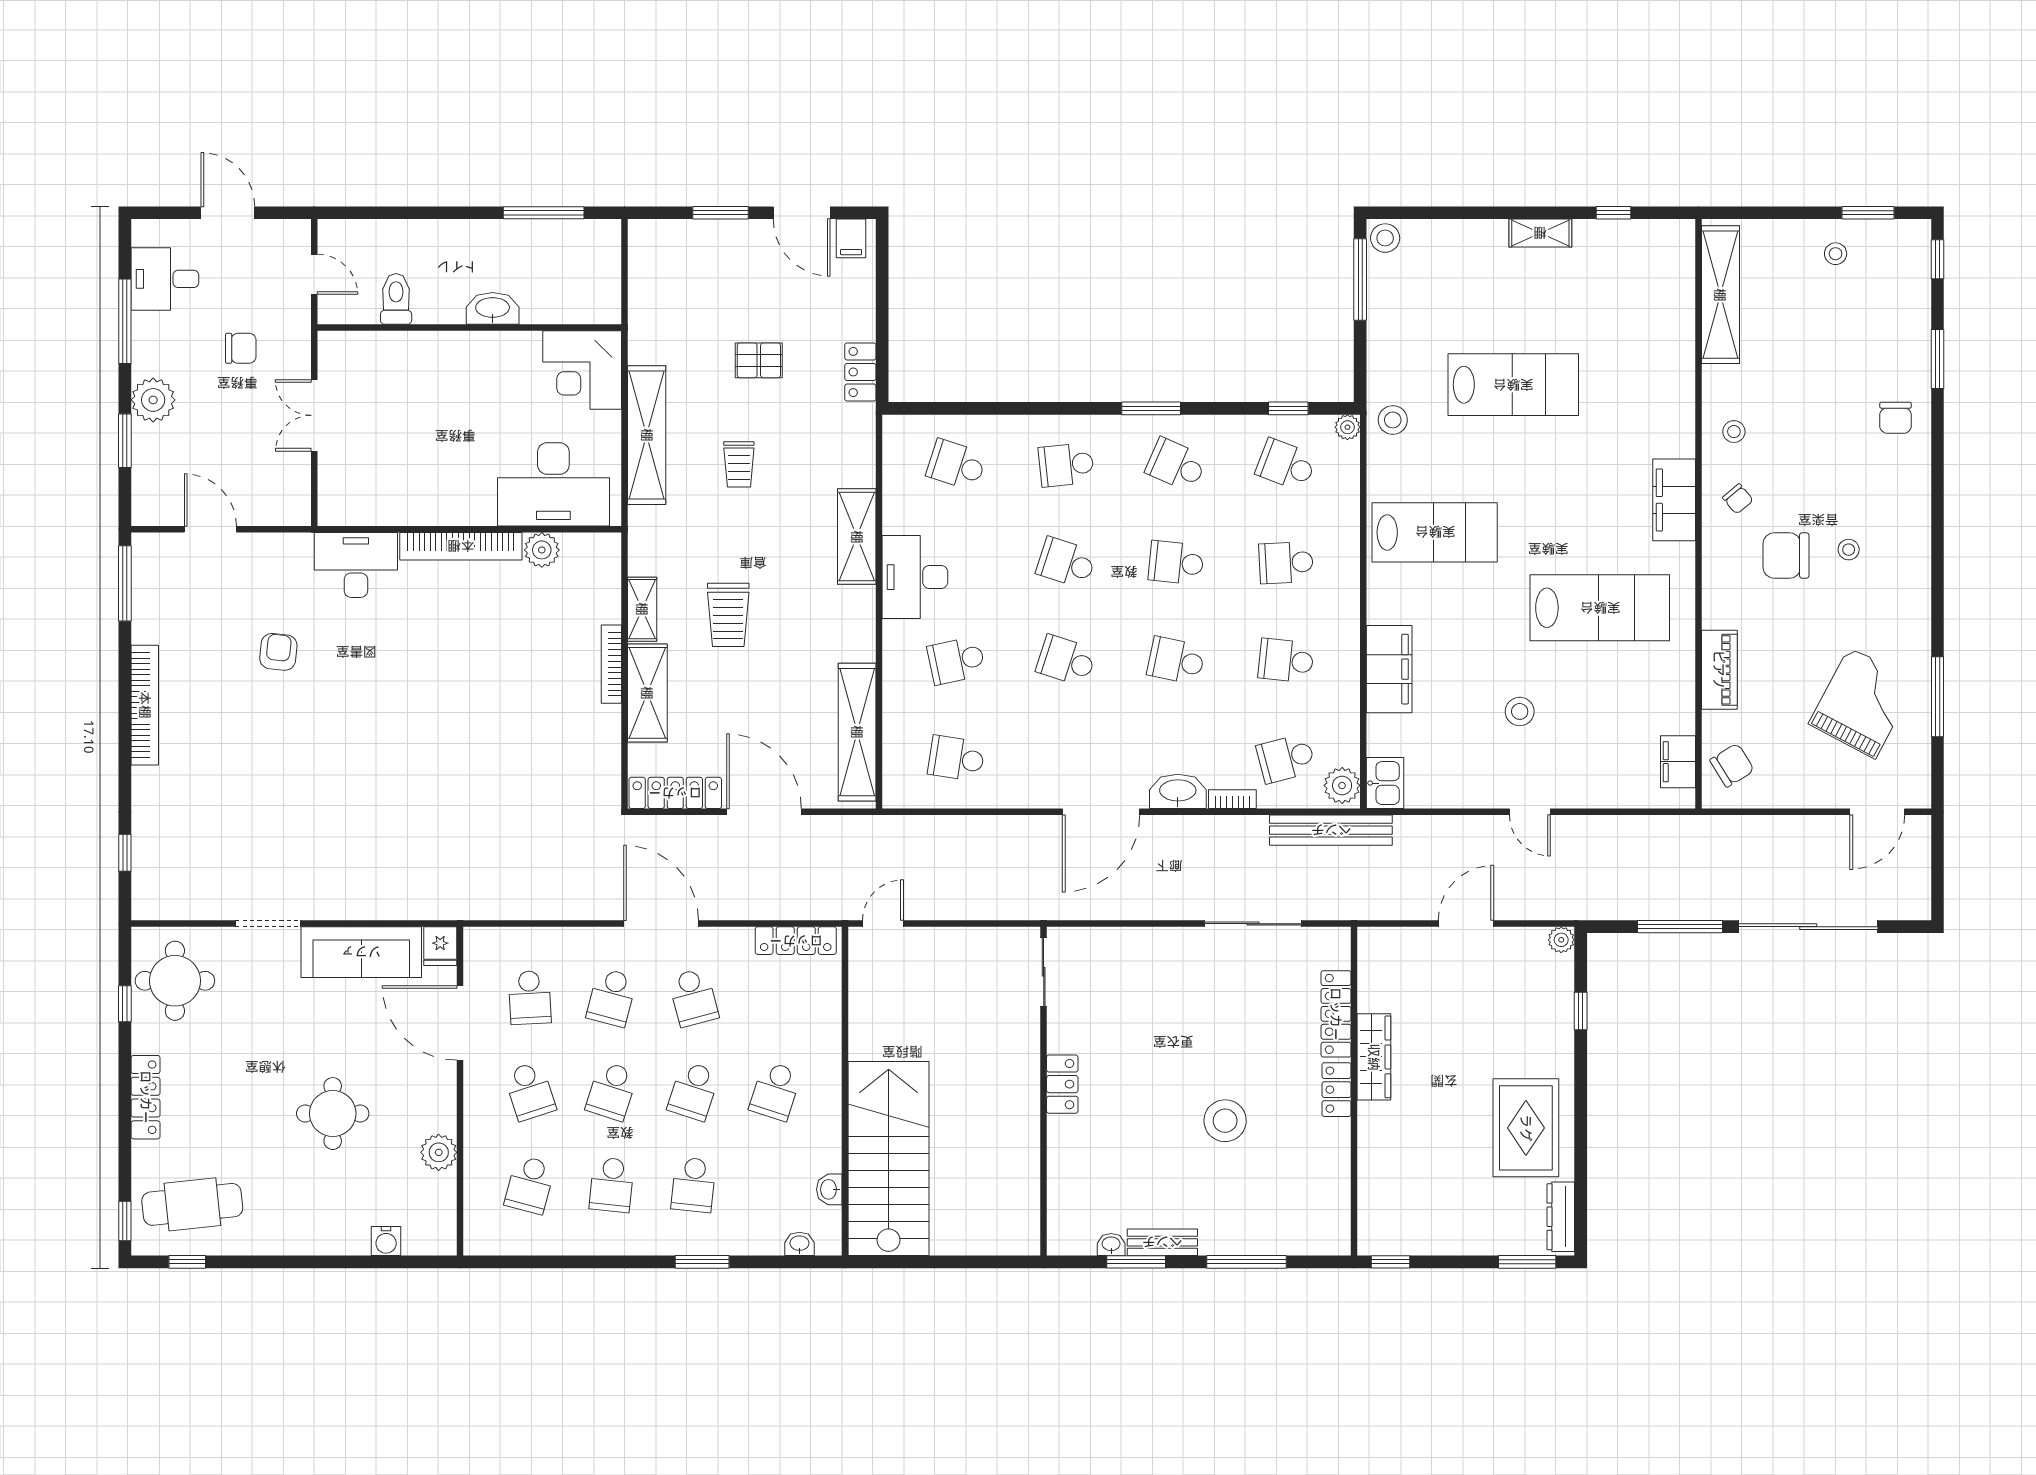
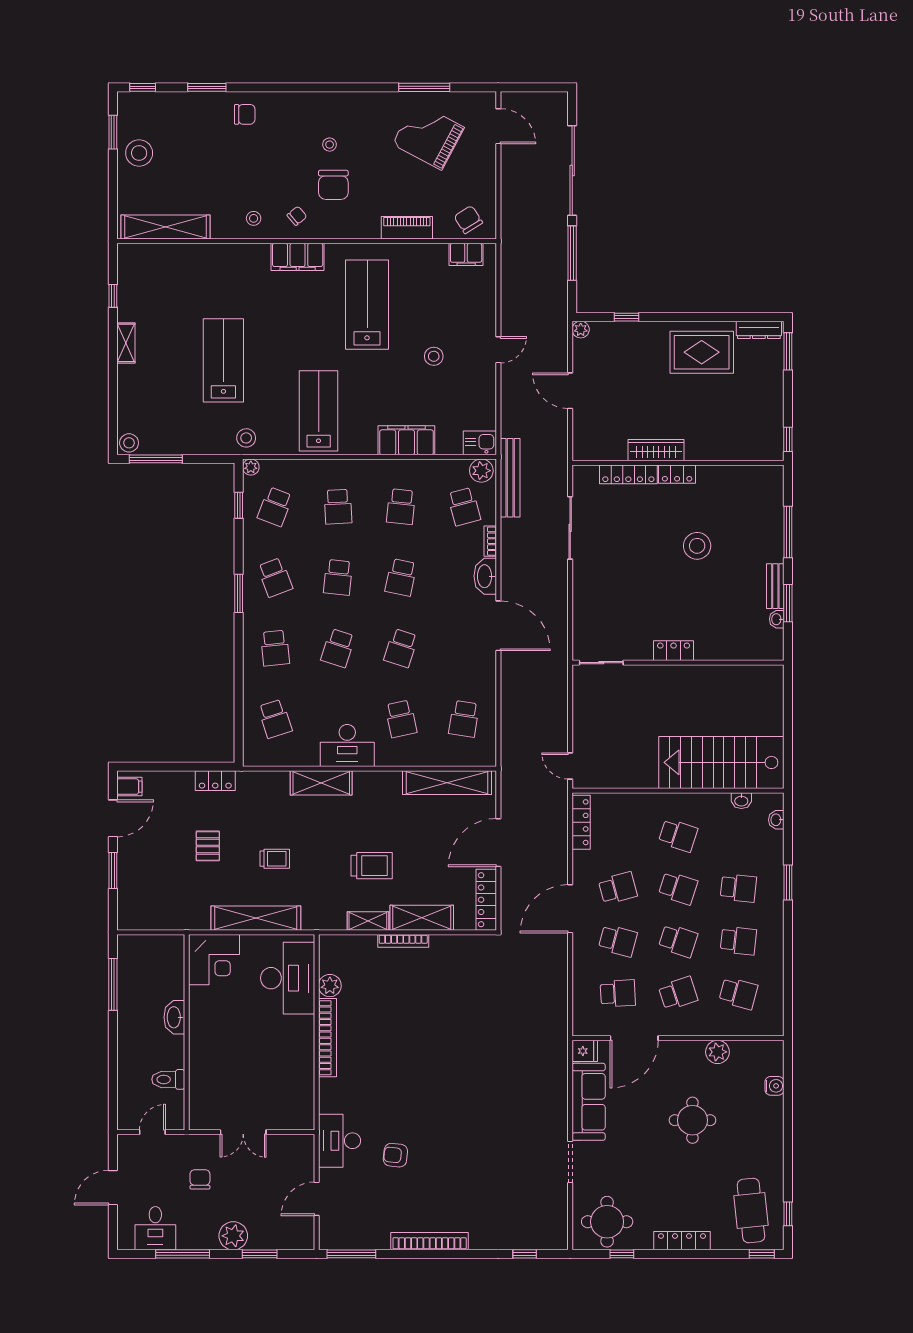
stool: (1836, 254) -> (139, 153), width x1.89, depth x1.89
school desk: (956, 465) -> (275, 719), turned -36
school desk: (1176, 465) -> (275, 577), turned -45
desk: (356, 565) -> (339, 1141), moved

